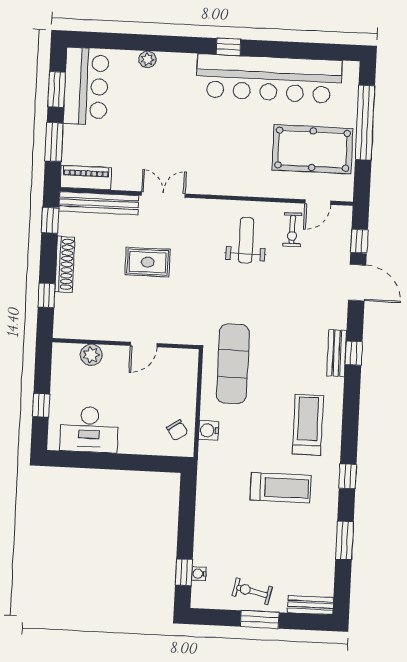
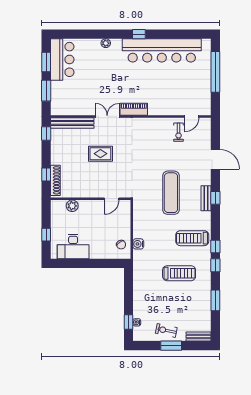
plant: (147, 59) -> (106, 43), moved
pool table: (313, 149) -> (187, 88), removed
piano: (86, 178) -> (134, 109), moved
weight bench: (246, 240) -> (154, 139), removed
window: (359, 241) -> (215, 246), moved
shoe rack: (65, 264) -> (55, 180), moved
door: (144, 345) -> (112, 199), moved
exercise mat: (233, 364) -> (171, 193), moved
treadmill: (308, 425) -> (192, 238), turned -90

